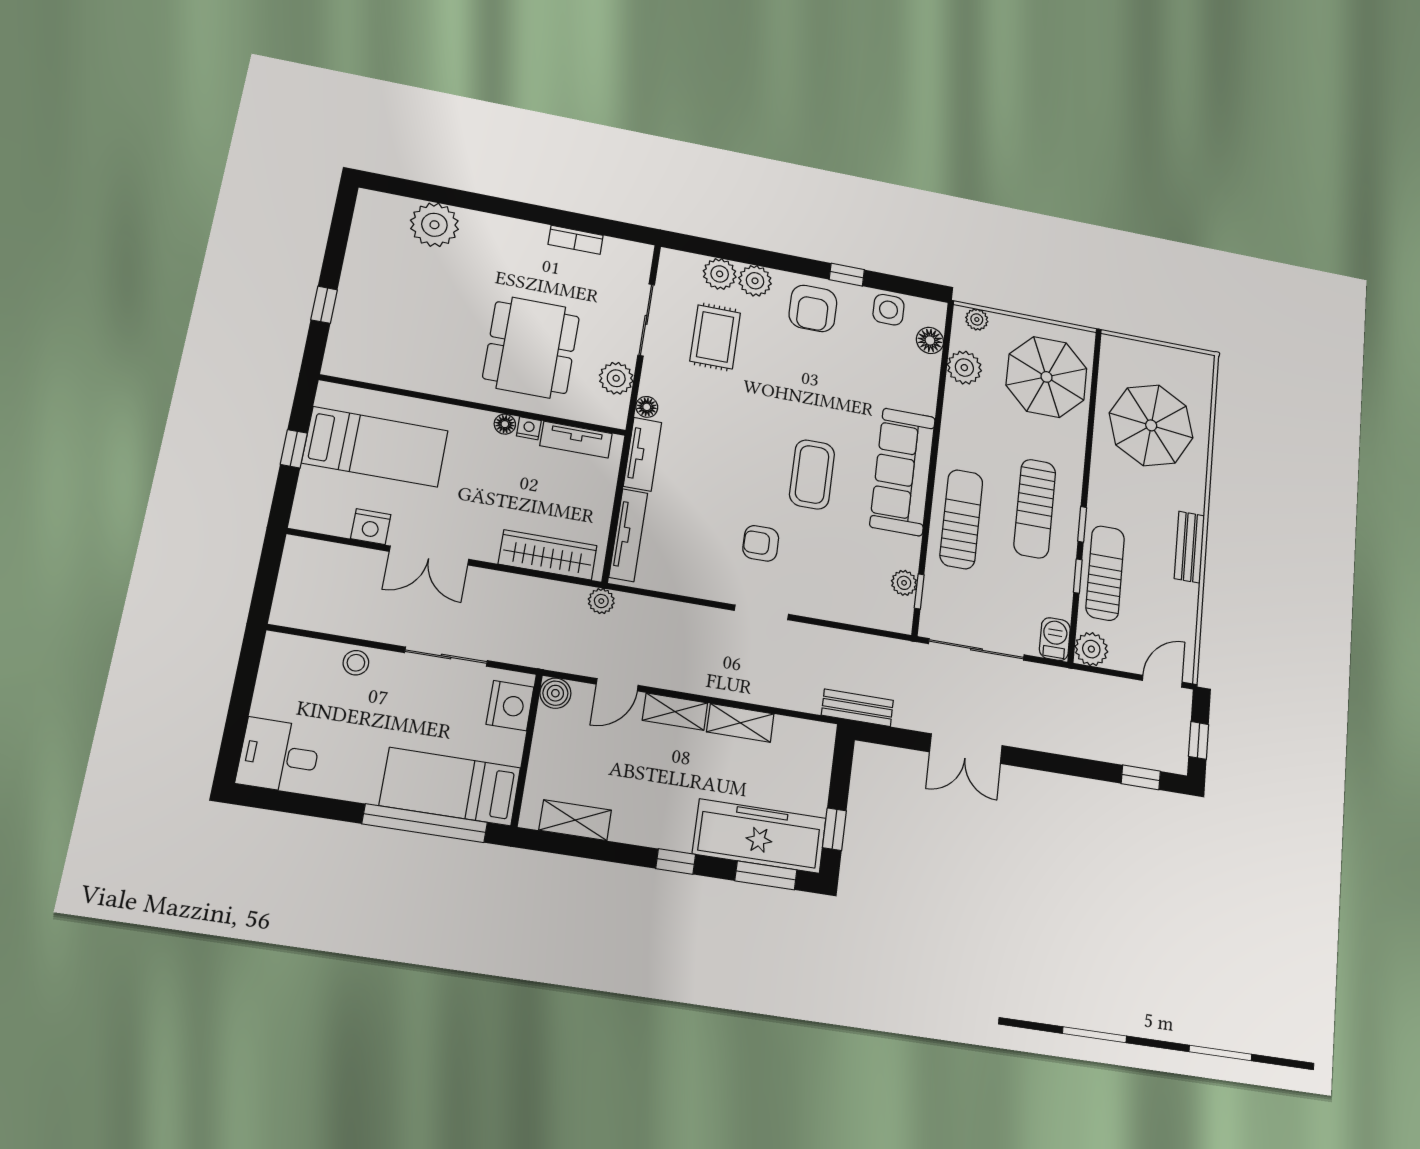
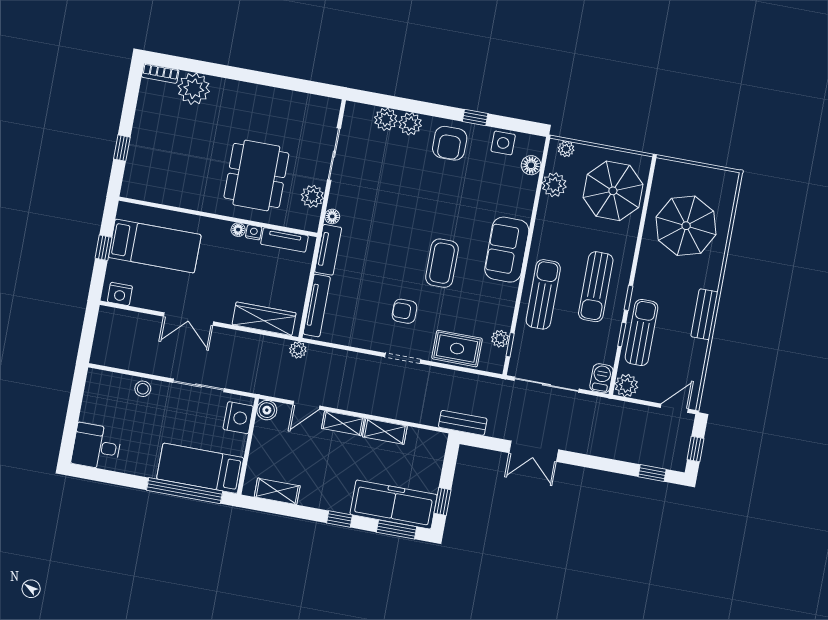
bookcase: (576, 240) -> (160, 73), moved
rug: (715, 337) -> (457, 349), moved, turned 90
sofa: (903, 472) -> (507, 250), width x0.73
nightstand: (371, 527) -> (120, 294), moved

